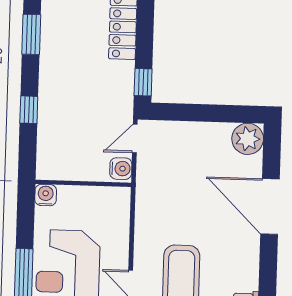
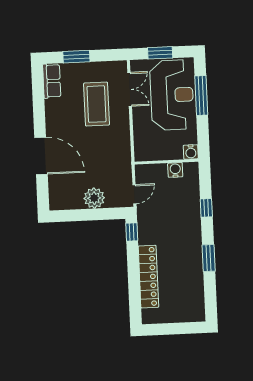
plant: (248, 139) -> (94, 198), moved
water cooler: (121, 169) -> (175, 170), moved, turned 90

